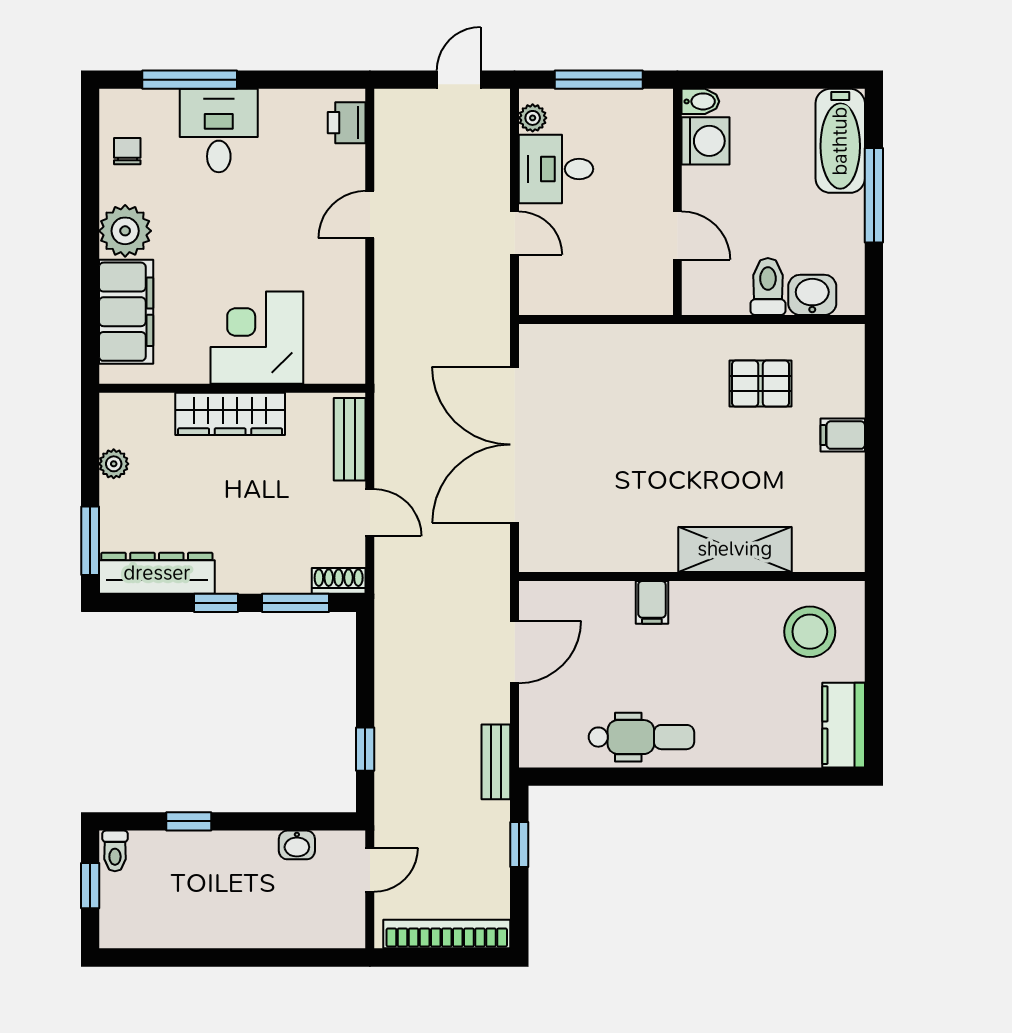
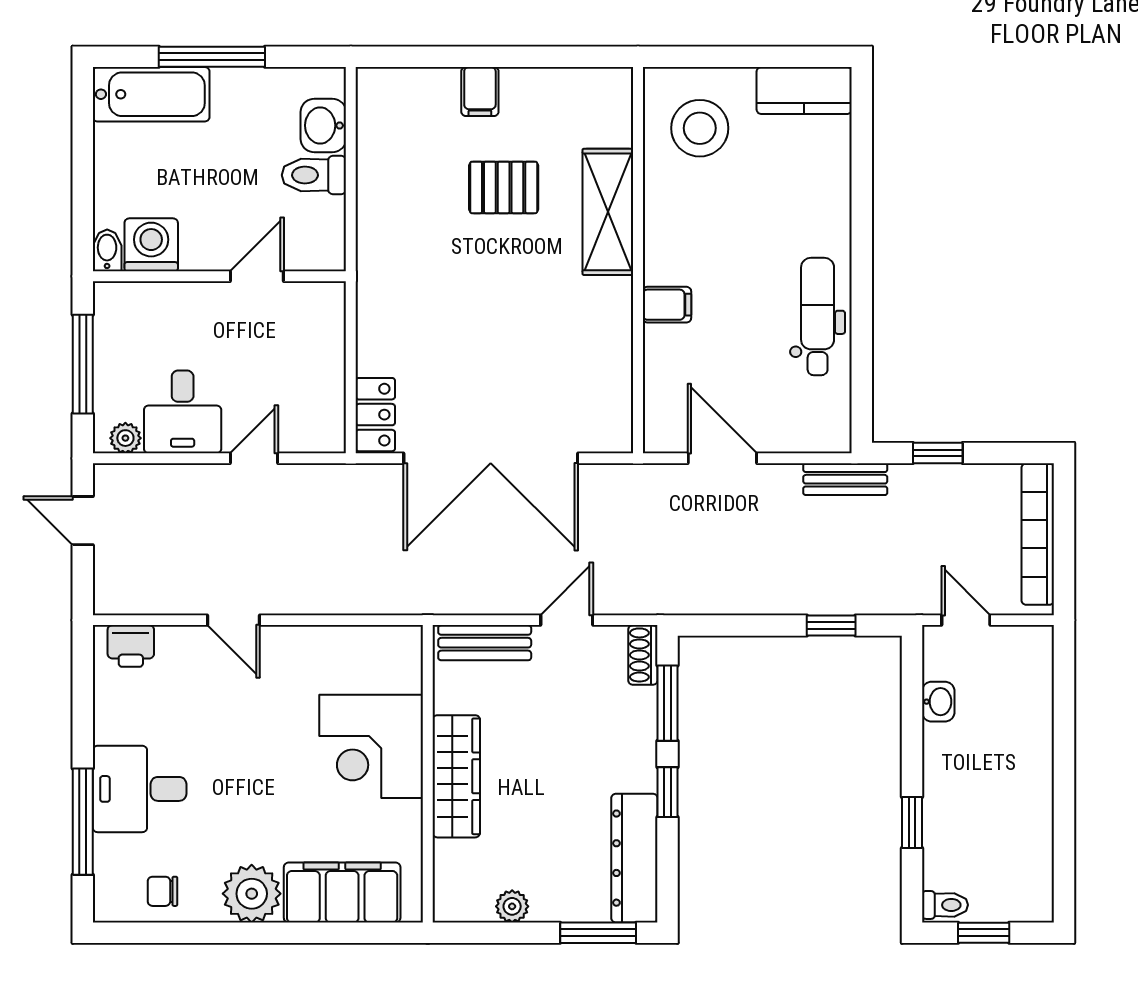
locker: (554, 341) -> (375, 415), added
pallet: (760, 384) -> (504, 187), moved, turned 90

